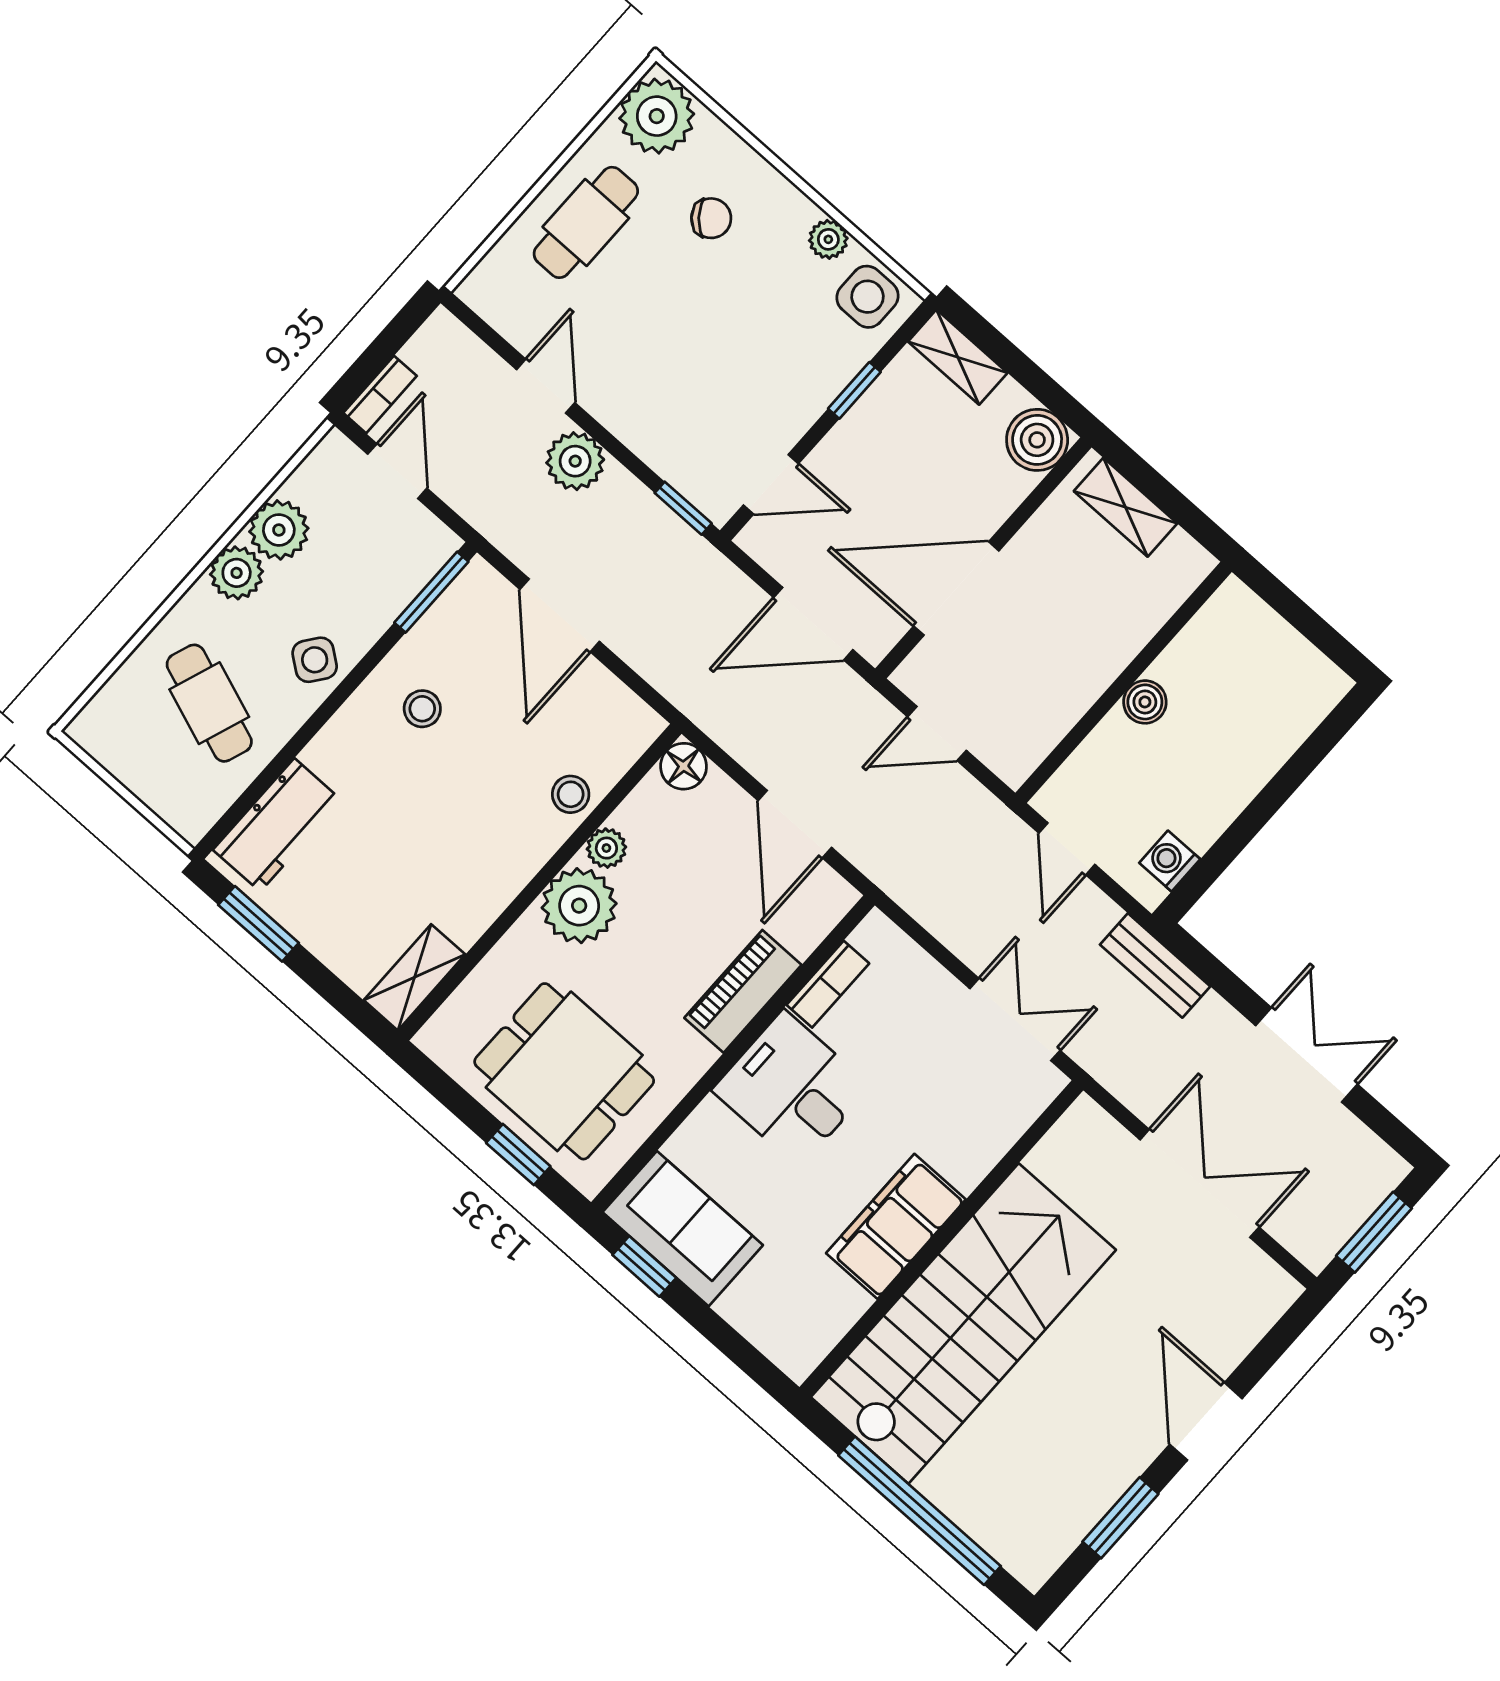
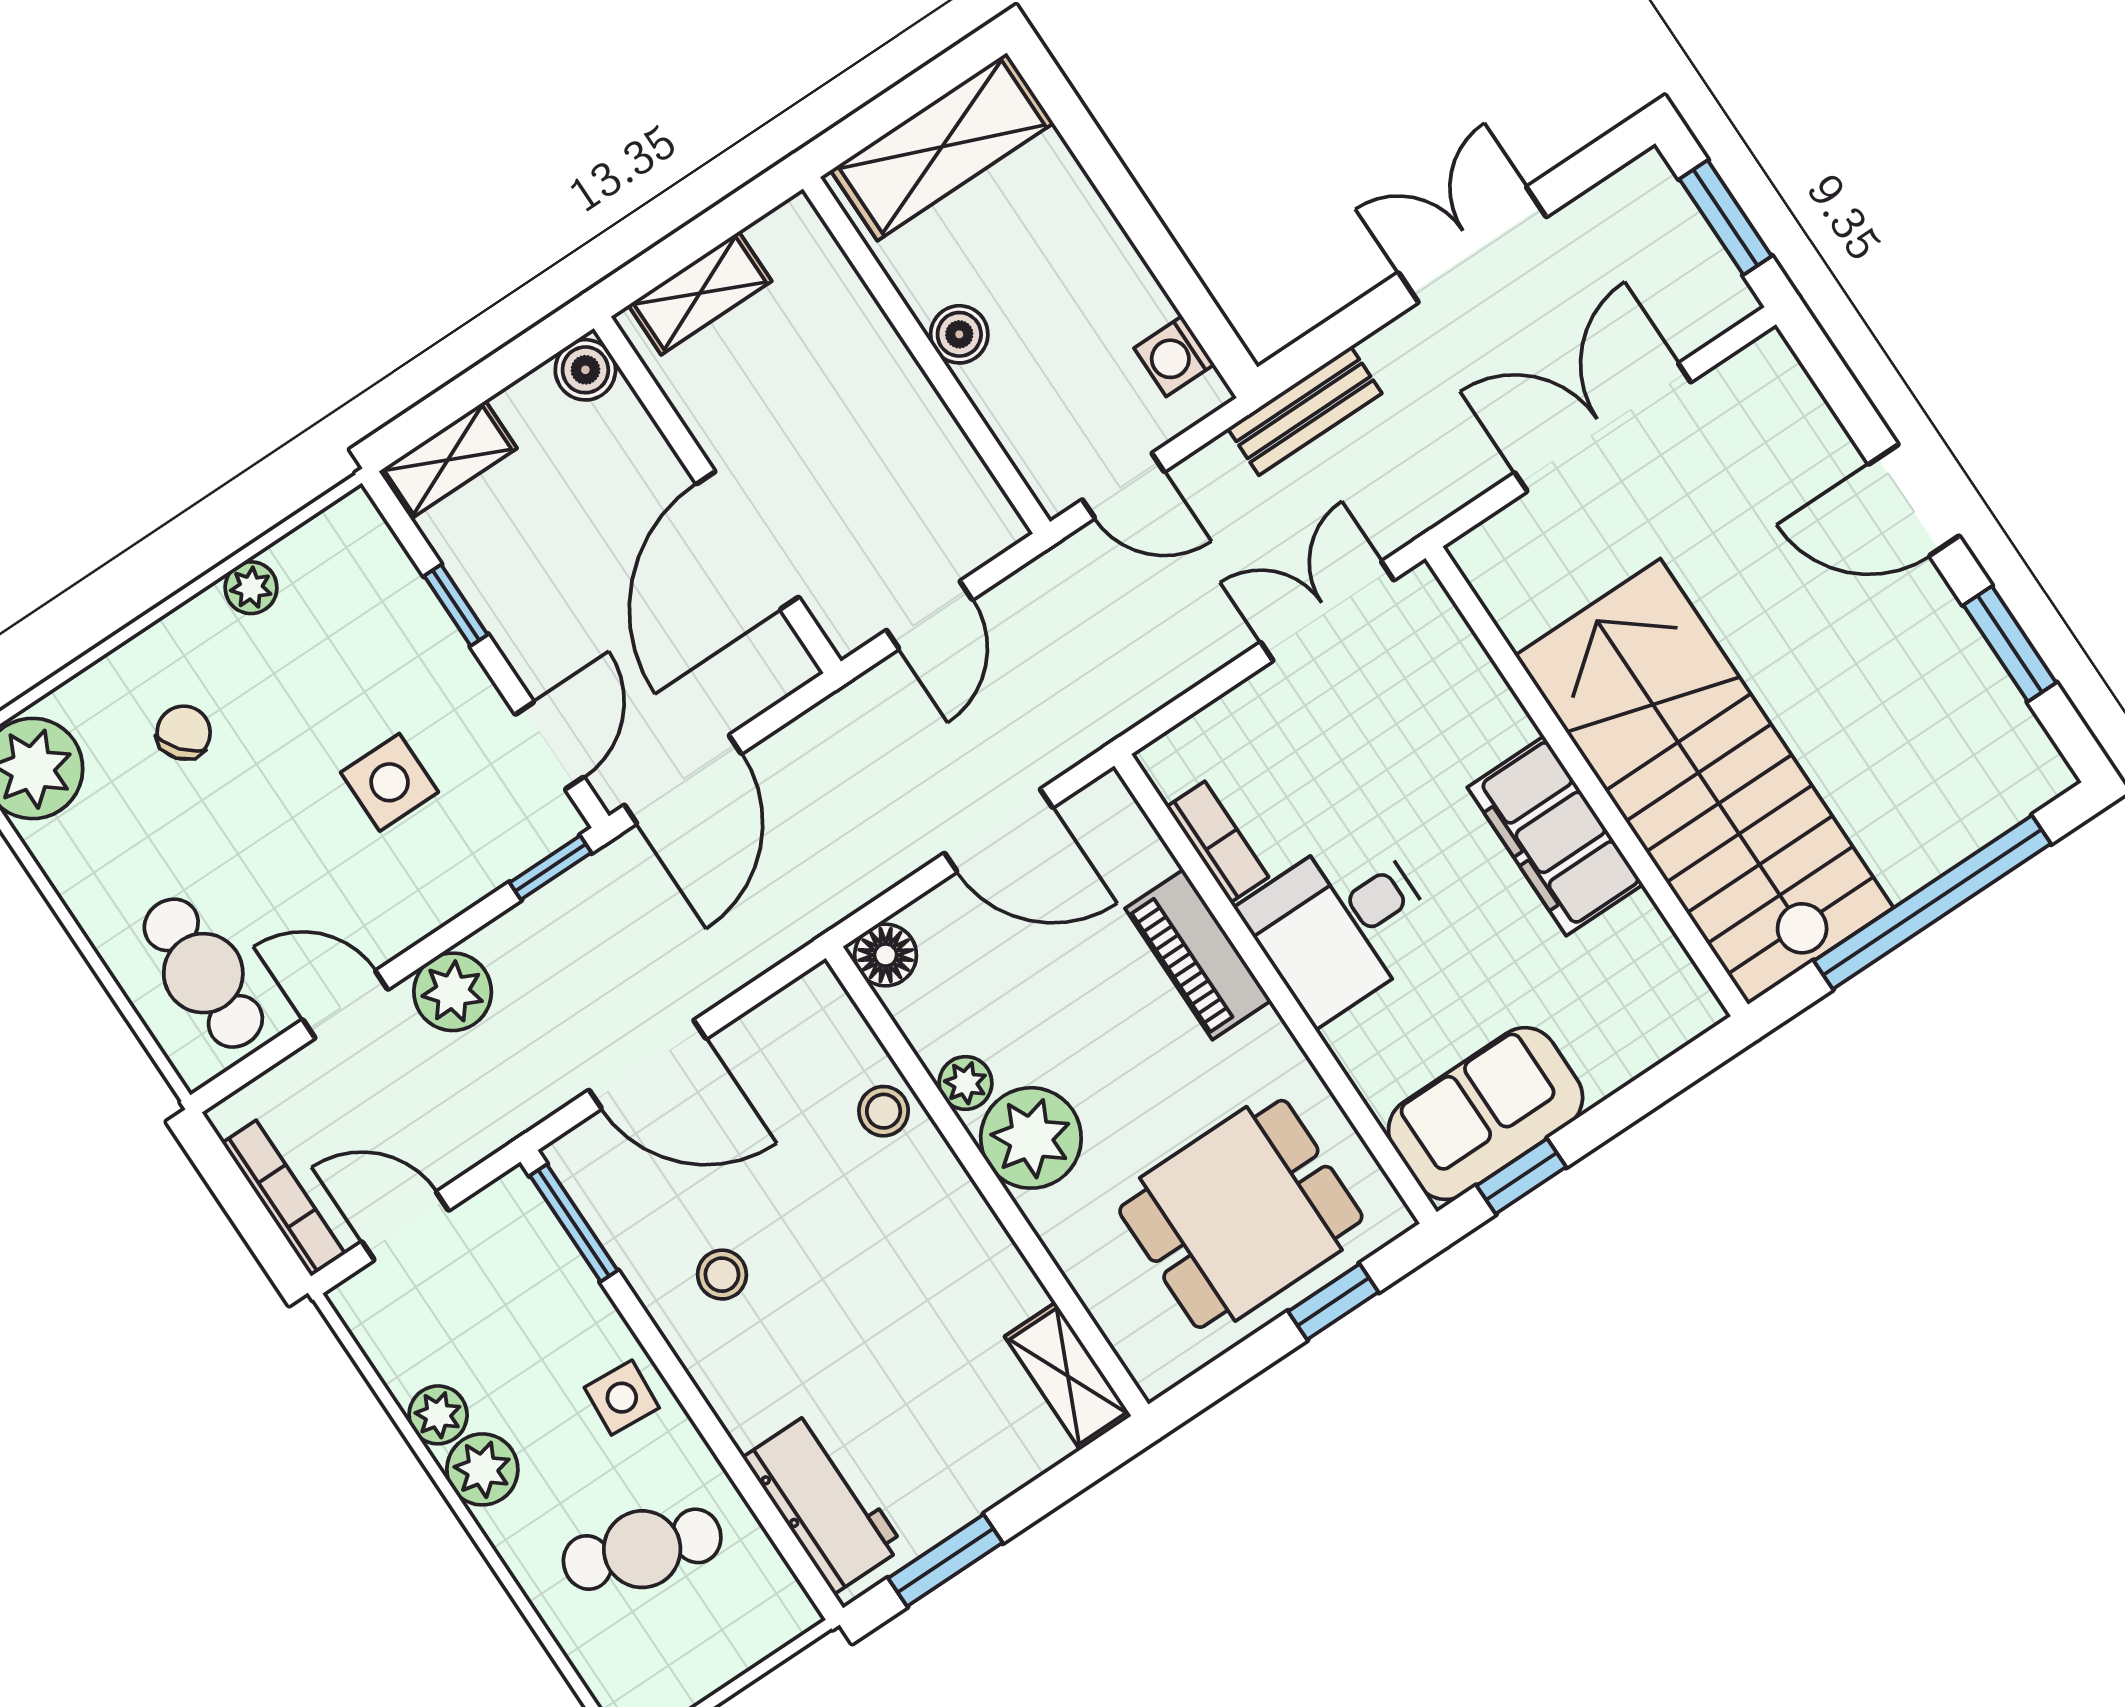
cafe table: (586, 222) -> (203, 973), moved
side table: (867, 297) -> (390, 782), moved
bookcase: (380, 394) -> (284, 1198), width x1.56
boiler: (1037, 440) -> (585, 370), width x0.73, depth x0.73
plant: (279, 530) -> (438, 1415), width x0.73, depth x0.73
door: (813, 624) -> (683, 779), moved
shelving: (1277, 654) -> (942, 147), added
side table: (315, 660) -> (622, 1398), turned -33

